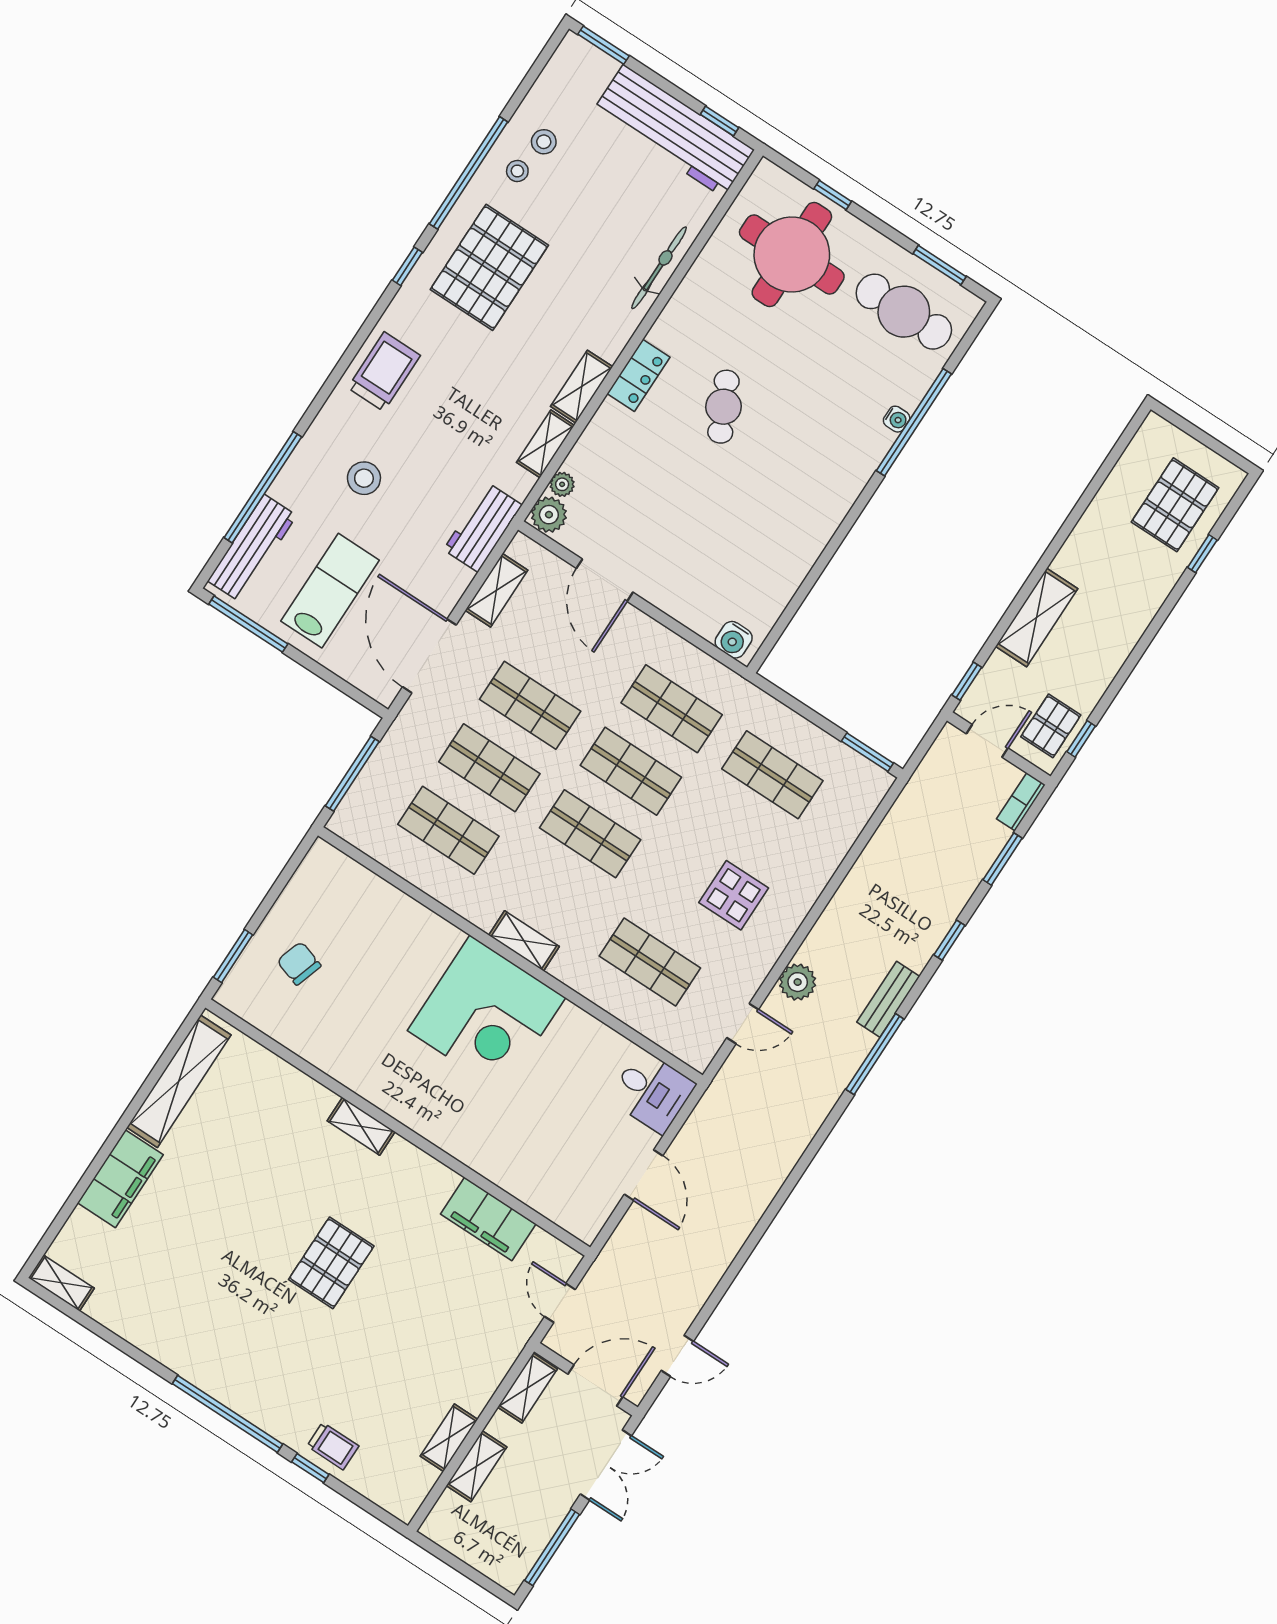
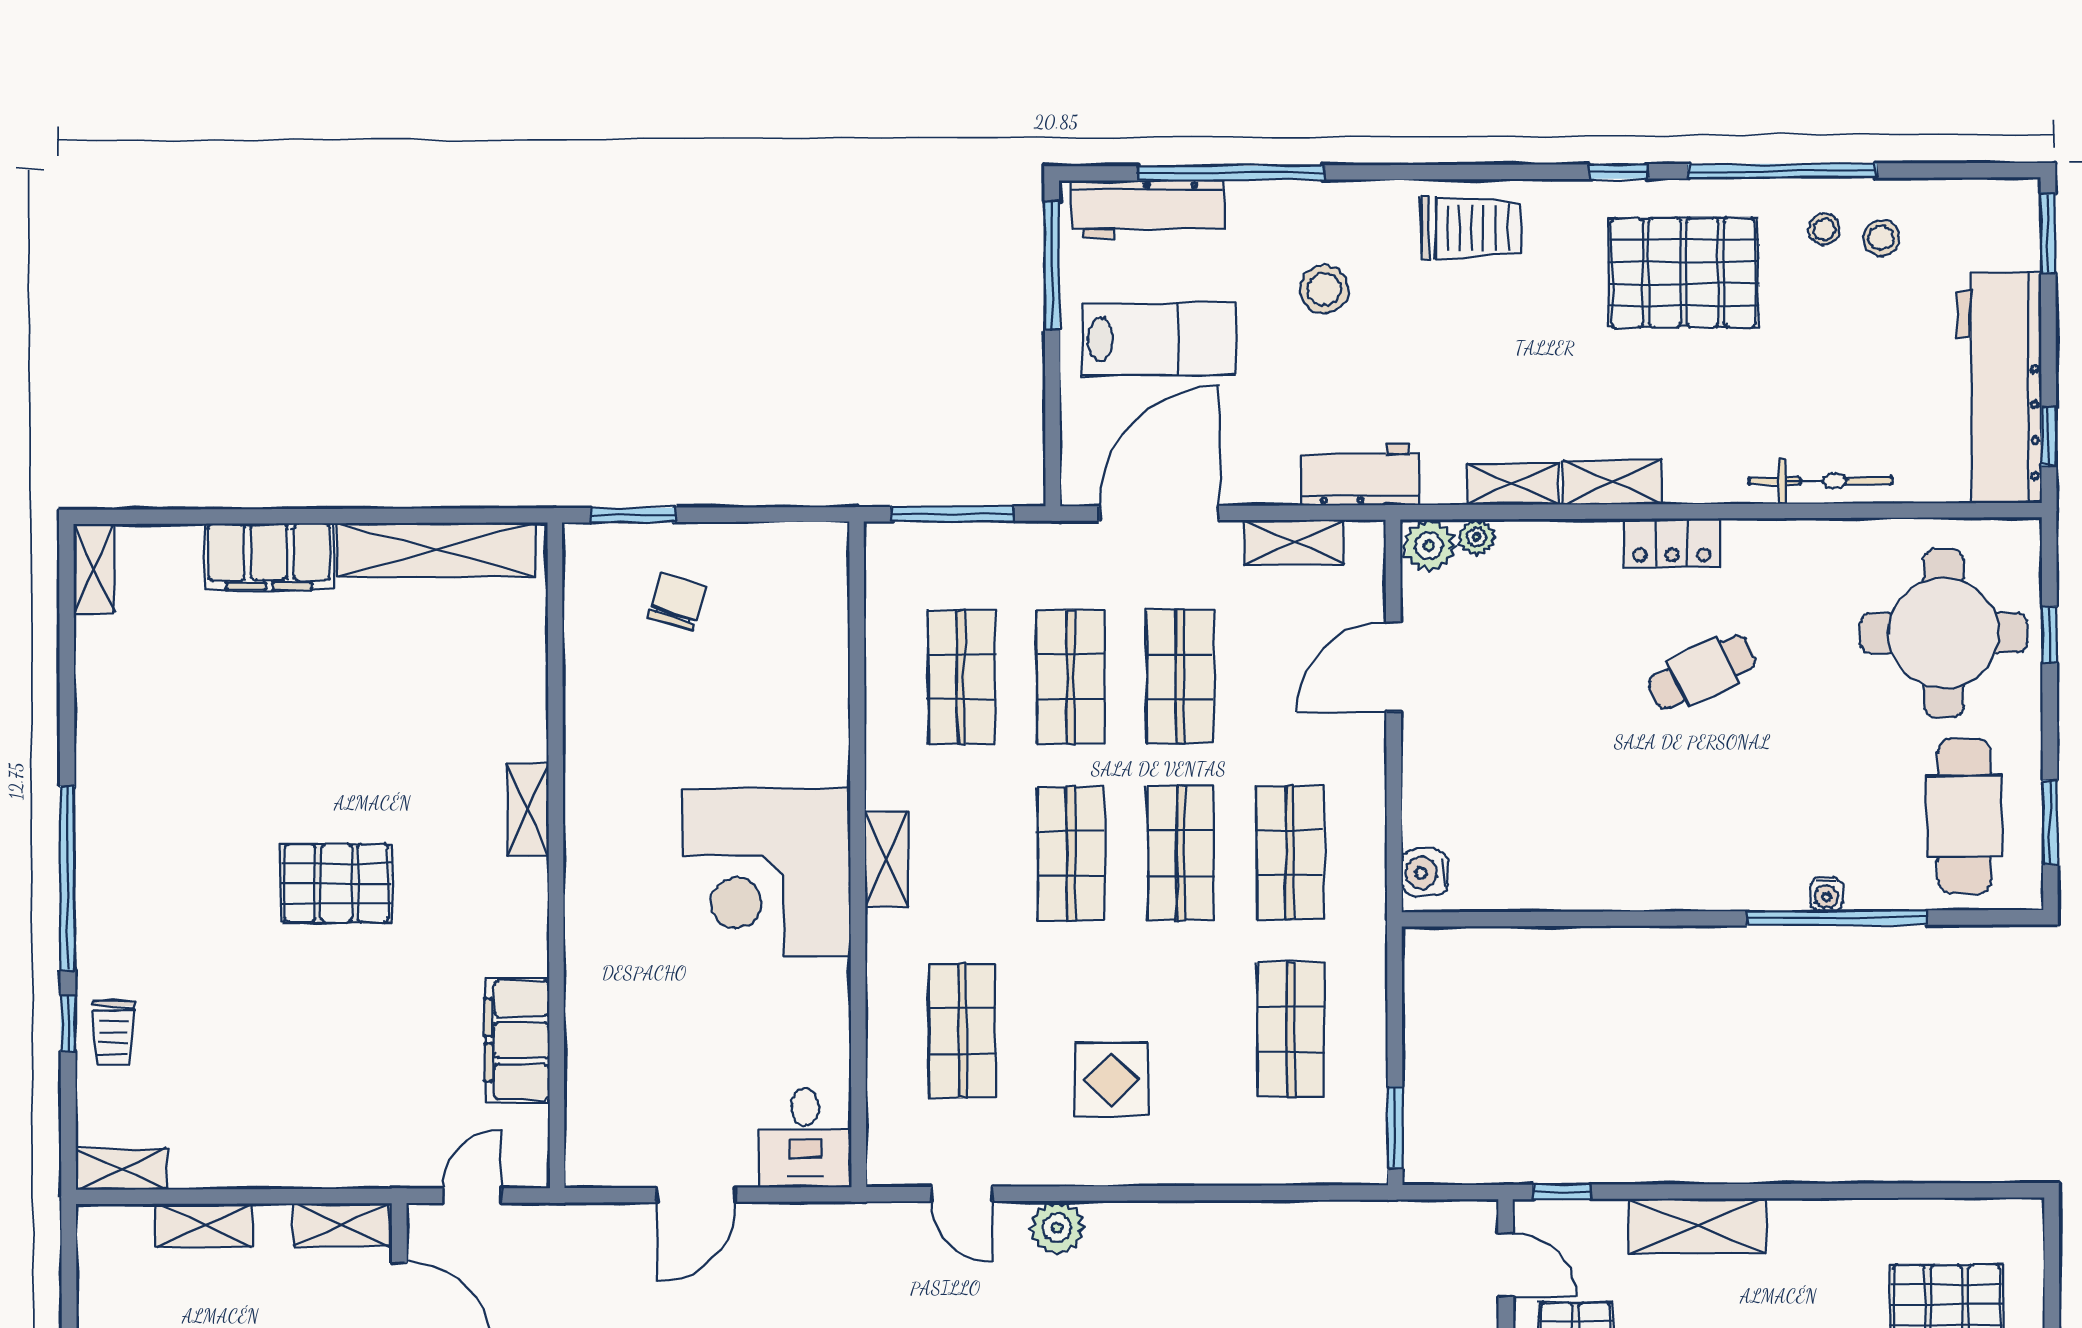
shelving: (449, 1438) -> (122, 1169), moved

